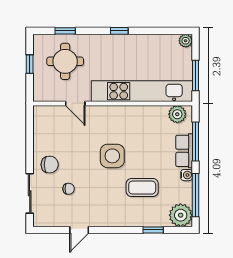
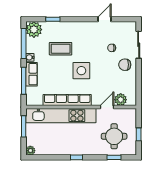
door: (75, 103) -> (107, 107), hinge flipped
row of seats: (133, 114) -> (67, 100), added
plant: (177, 114) -> (121, 100), moved

